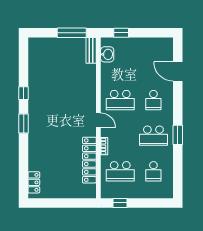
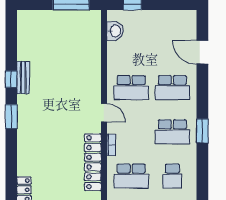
bench: (91, 50) -> (23, 78), moved
school desk: (153, 100) -> (172, 88), width x1.85

